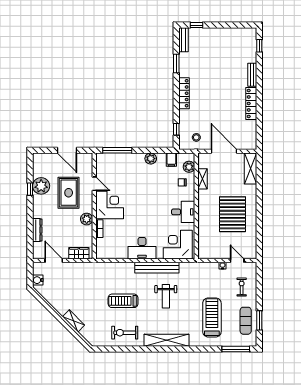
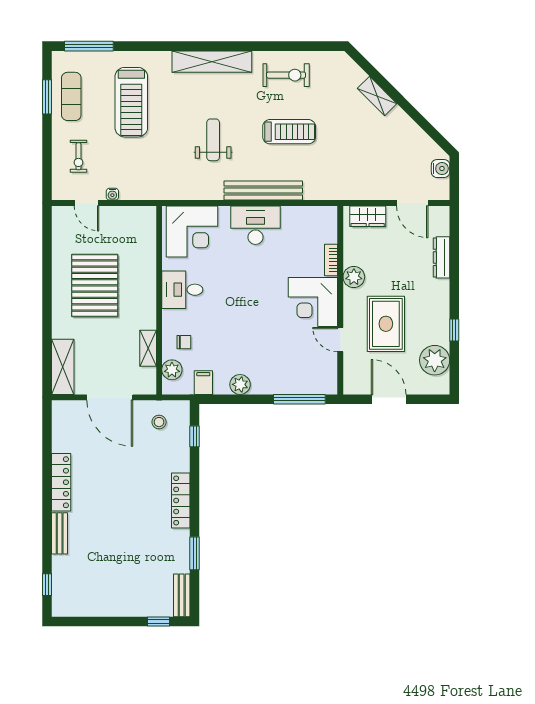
plant: (41, 186) -> (435, 360), moved
bench: (157, 268) -> (263, 190), moved

